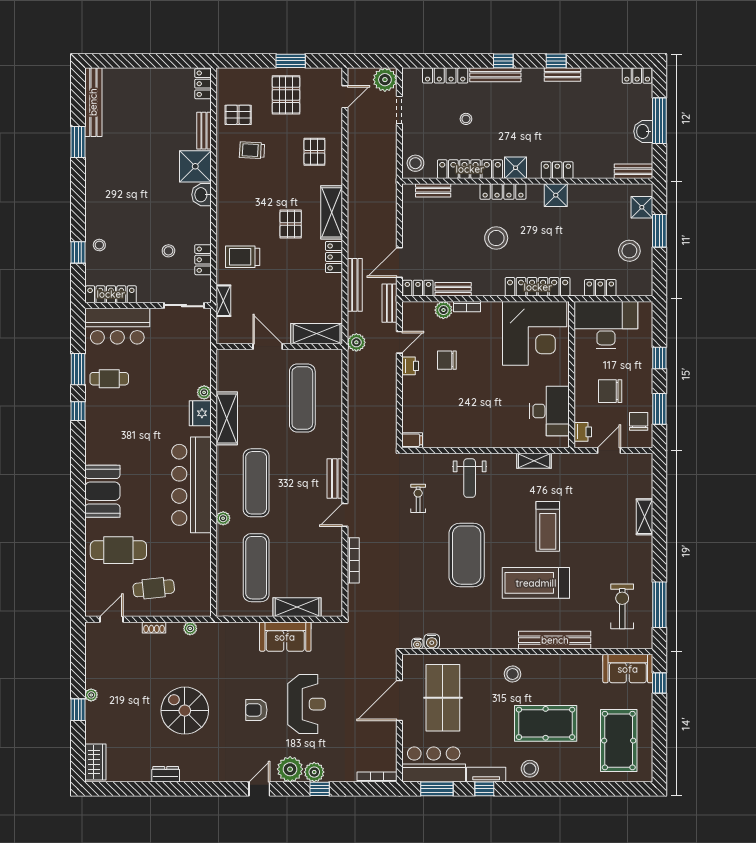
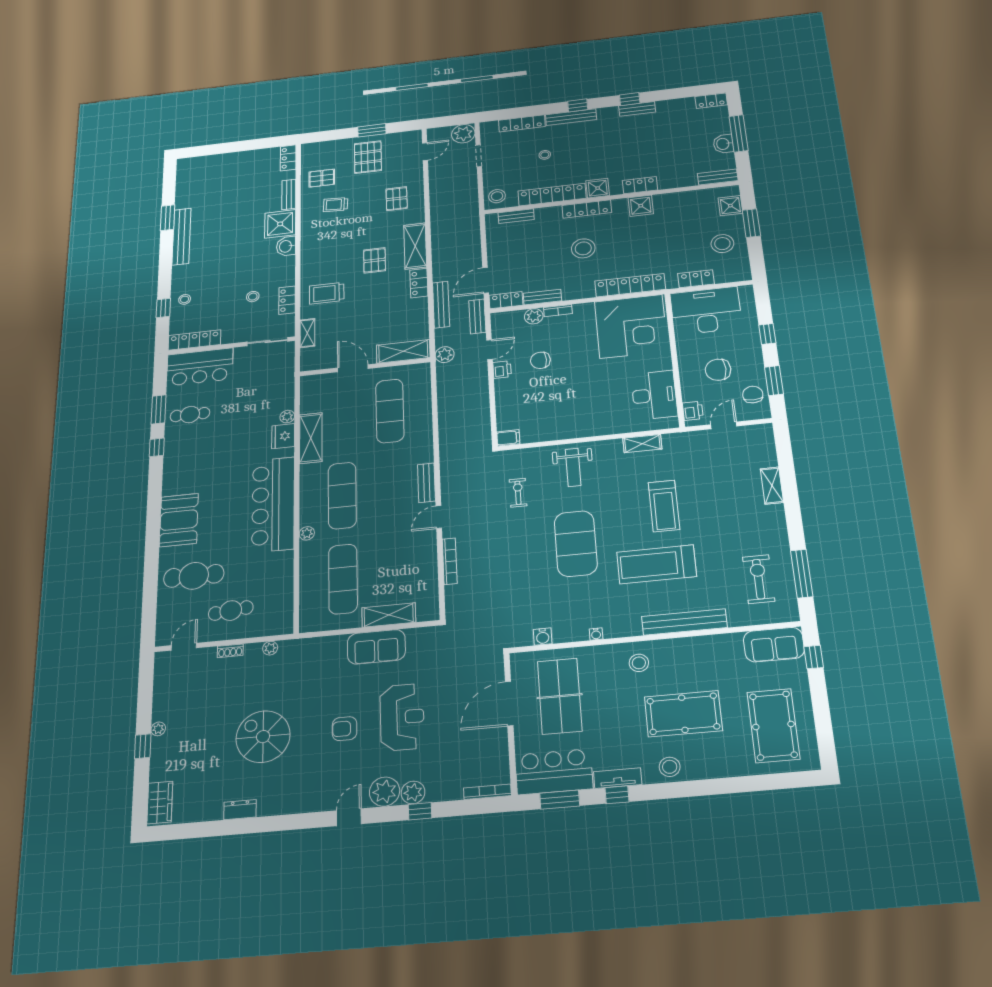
bench: (93, 102) -> (181, 237), moved
water cooler: (417, 644) -> (596, 634), moved

